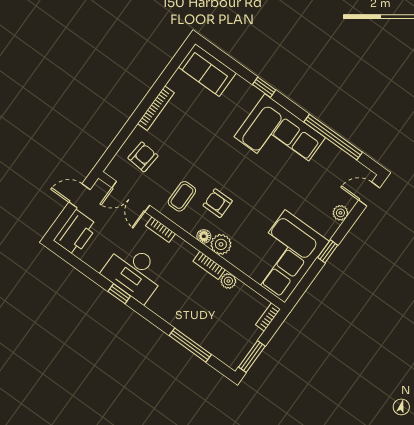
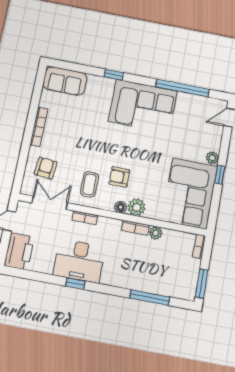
double door: (131, 197) -> (50, 203), swing flipped
plant: (340, 213) -> (212, 158), moved

